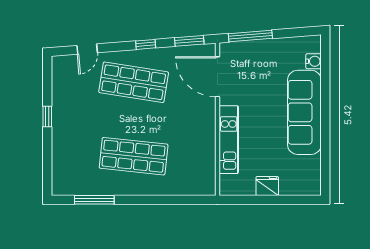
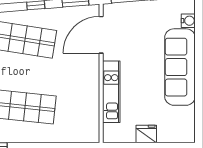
door: (217, 77) -> (101, 35), hinge flipped

